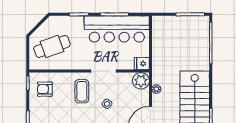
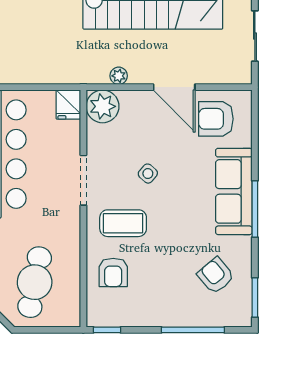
cafe table: (52, 46) -> (35, 282), turned 31
armchair: (45, 89) -> (113, 272), moved

